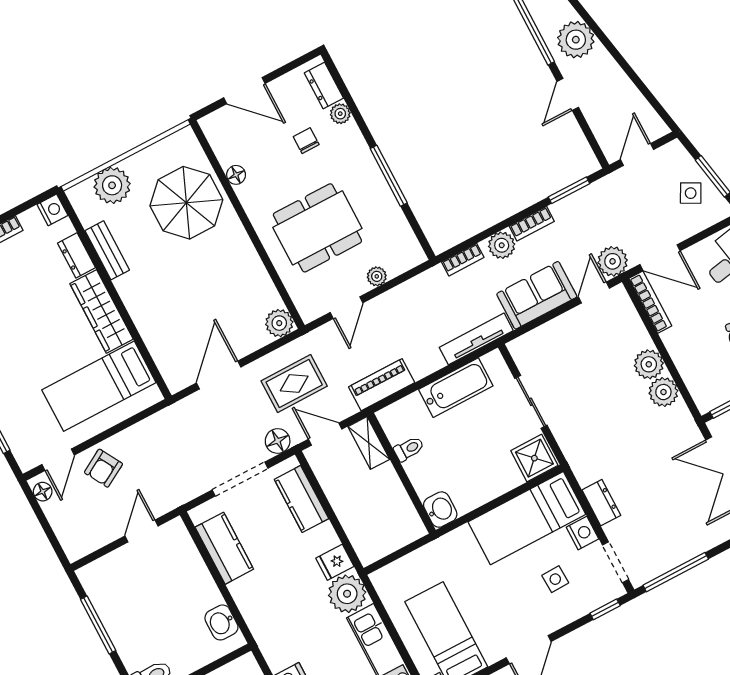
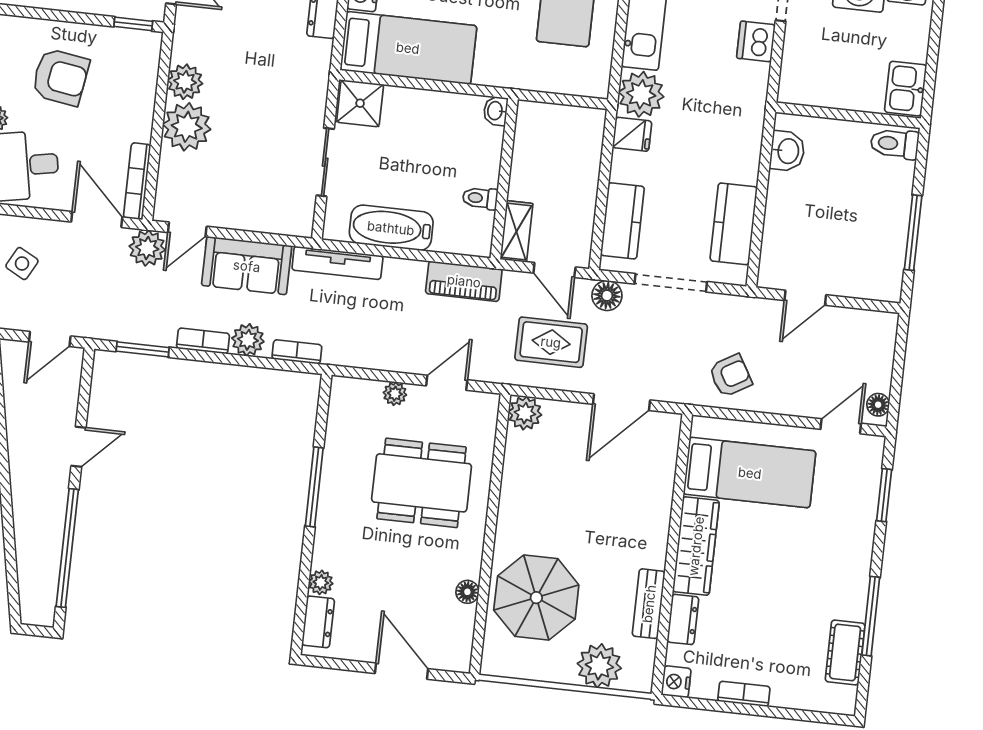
plant: (576, 40) -> (33, 496), removed
chair: (306, 141) -> (373, 578), removed
plant: (649, 364) -> (187, 127), width x1.36, depth x1.36
armchair: (103, 468) -> (730, 376), moved
washbasin: (440, 510) -> (496, 111), width x0.72, depth x0.69

